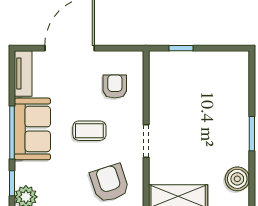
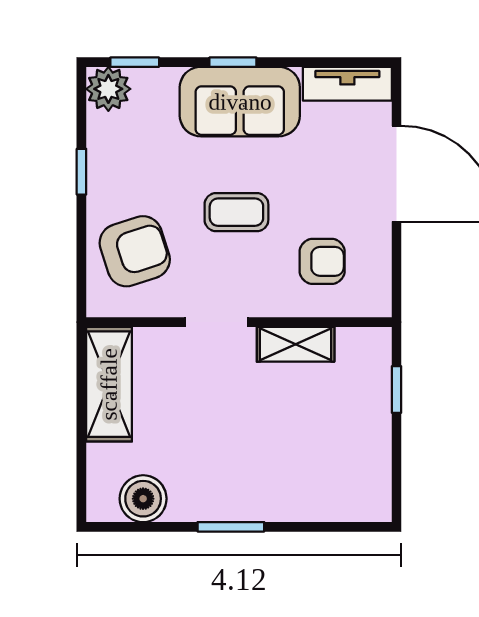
shelving: (158, 100) -> (296, 344), added
coffee table: (89, 131) -> (236, 212), turned 90
window: (12, 132) -> (233, 62), width x0.46

